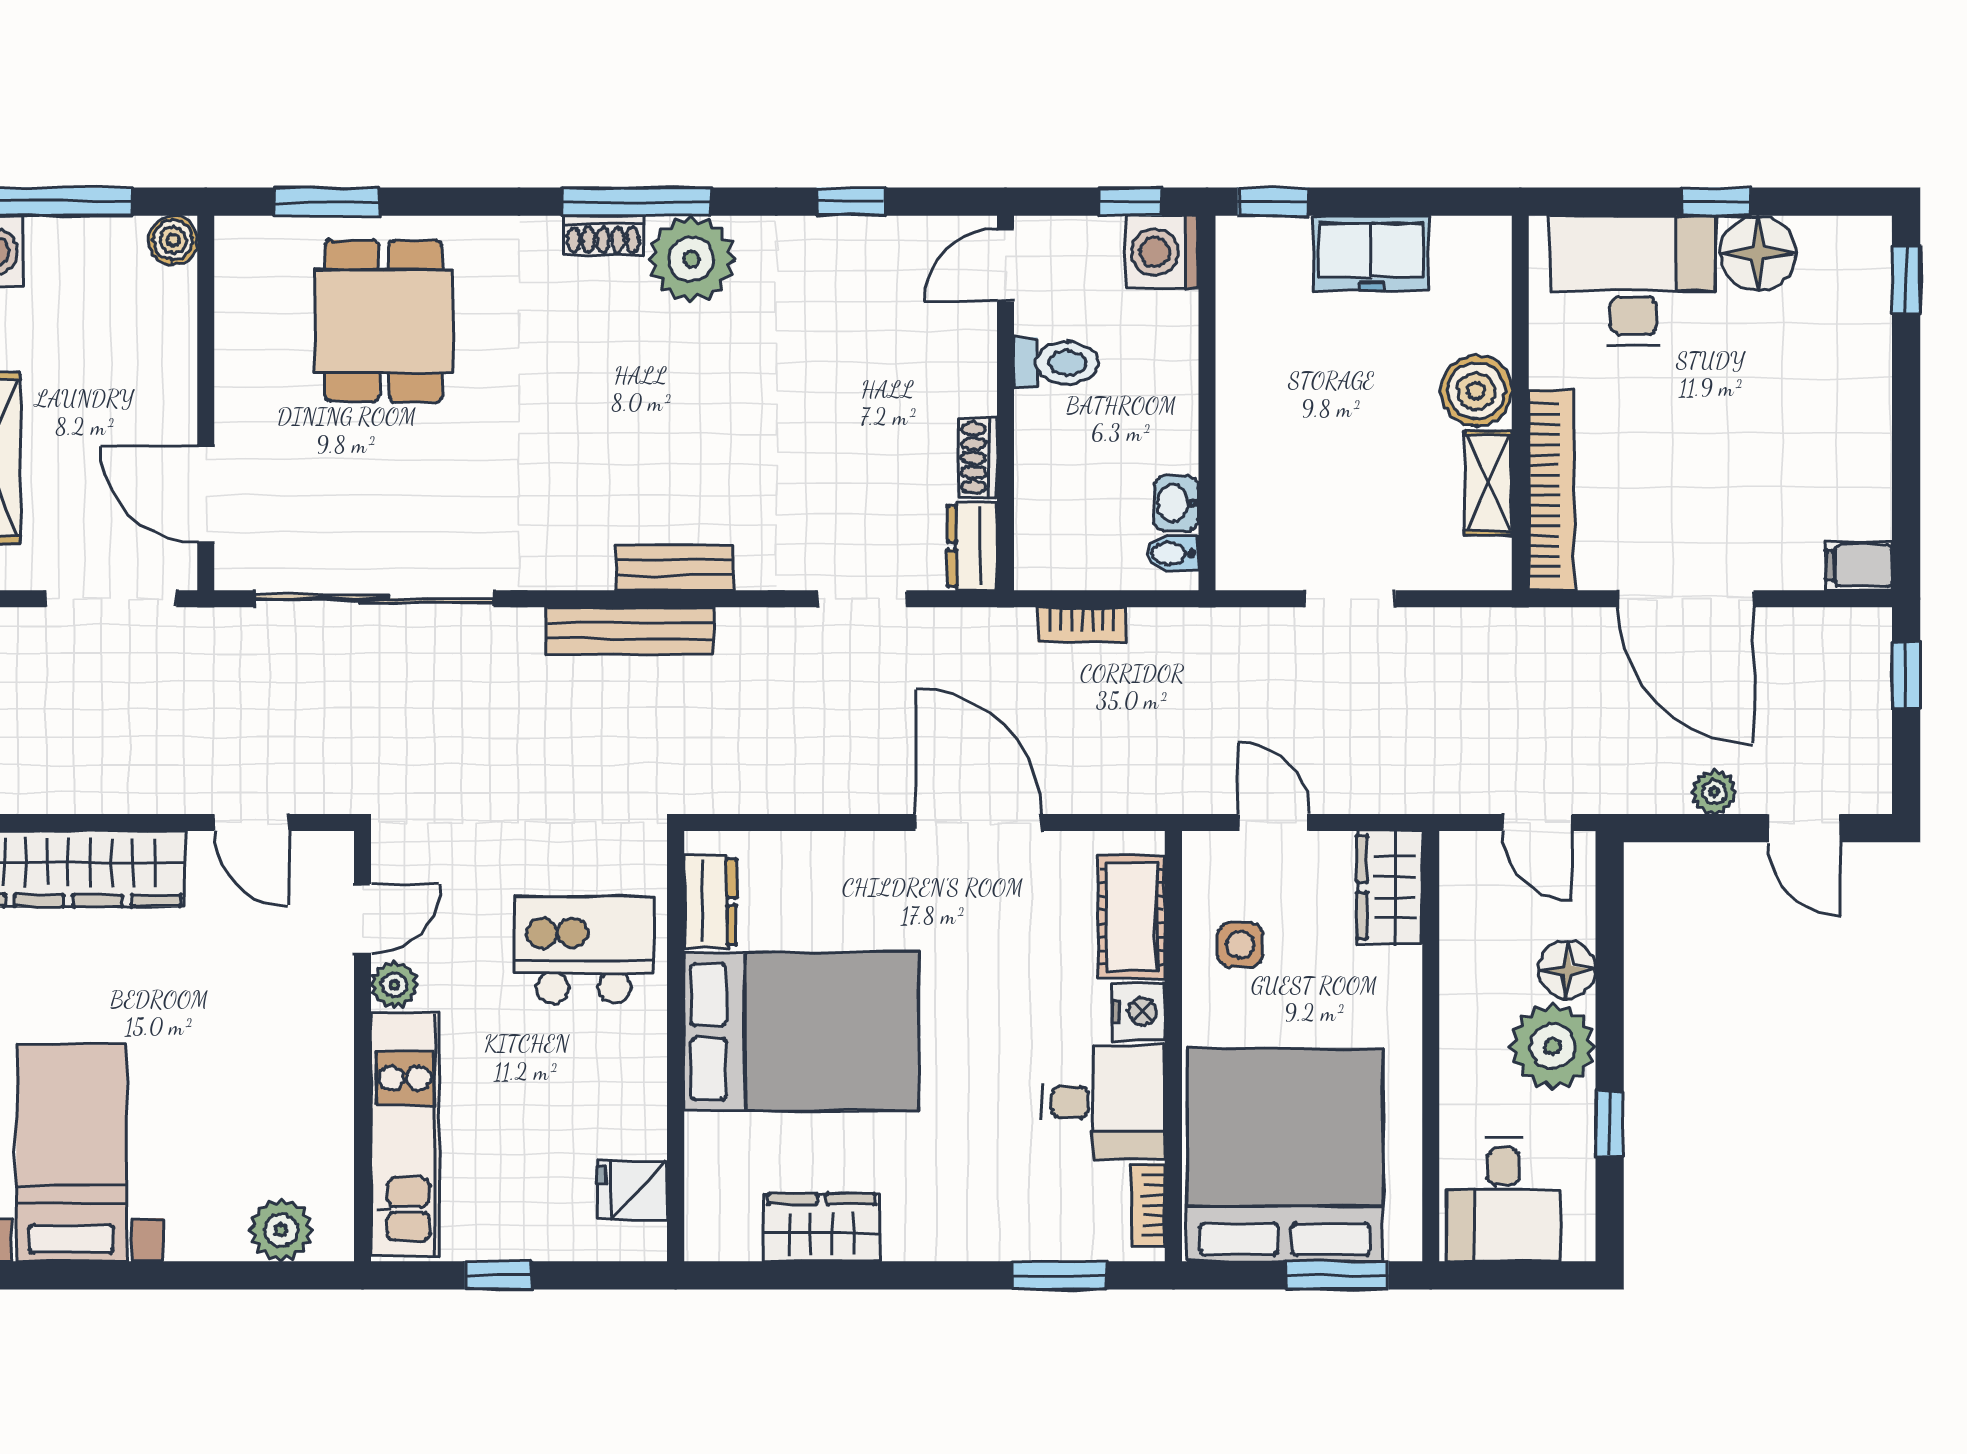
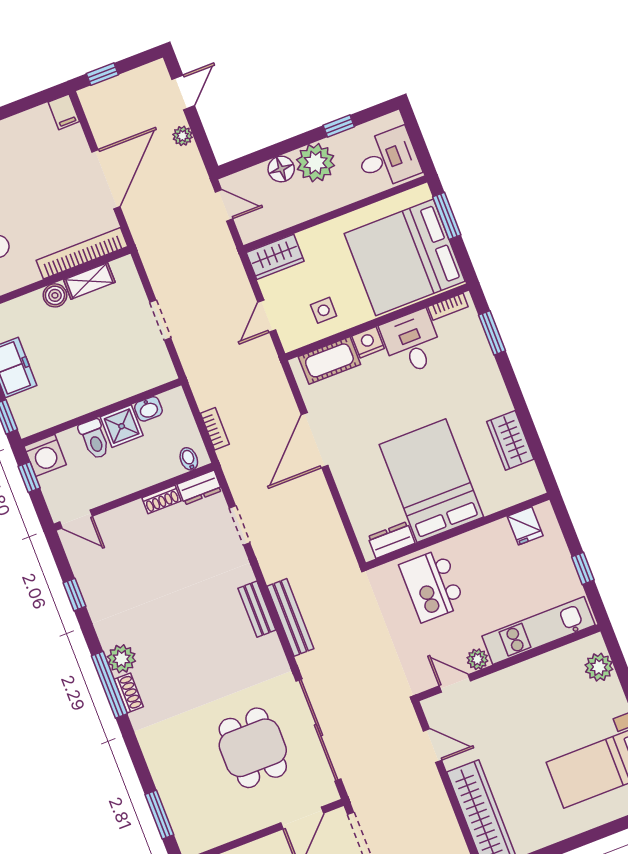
plant: (691, 259) -> (121, 659), width x0.73, depth x0.73
dining table: (384, 321) -> (253, 748), moved, turned 90
toilet: (1056, 363) -> (94, 439), moved, turned 180
boiler: (1476, 391) -> (55, 295), width x0.73, depth x0.73
shower: (1162, 434) -> (122, 426), added
bidet: (1172, 553) -> (189, 459), moved, turned 180
door: (251, 822) -> (432, 746), hinge flipped
door: (1537, 822) -> (224, 205), hinge flipped

